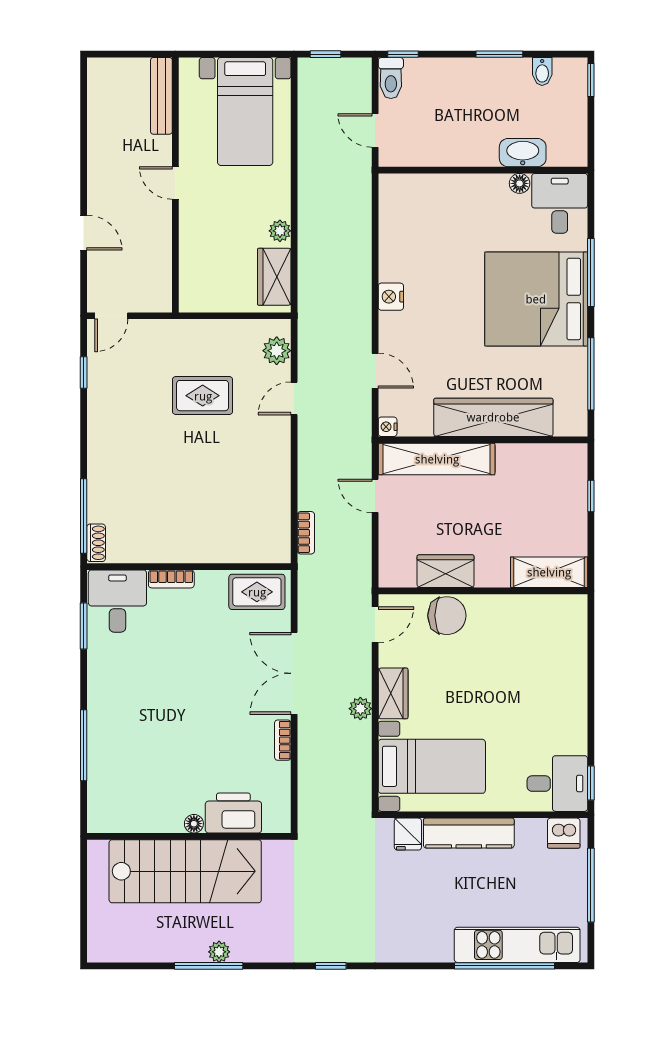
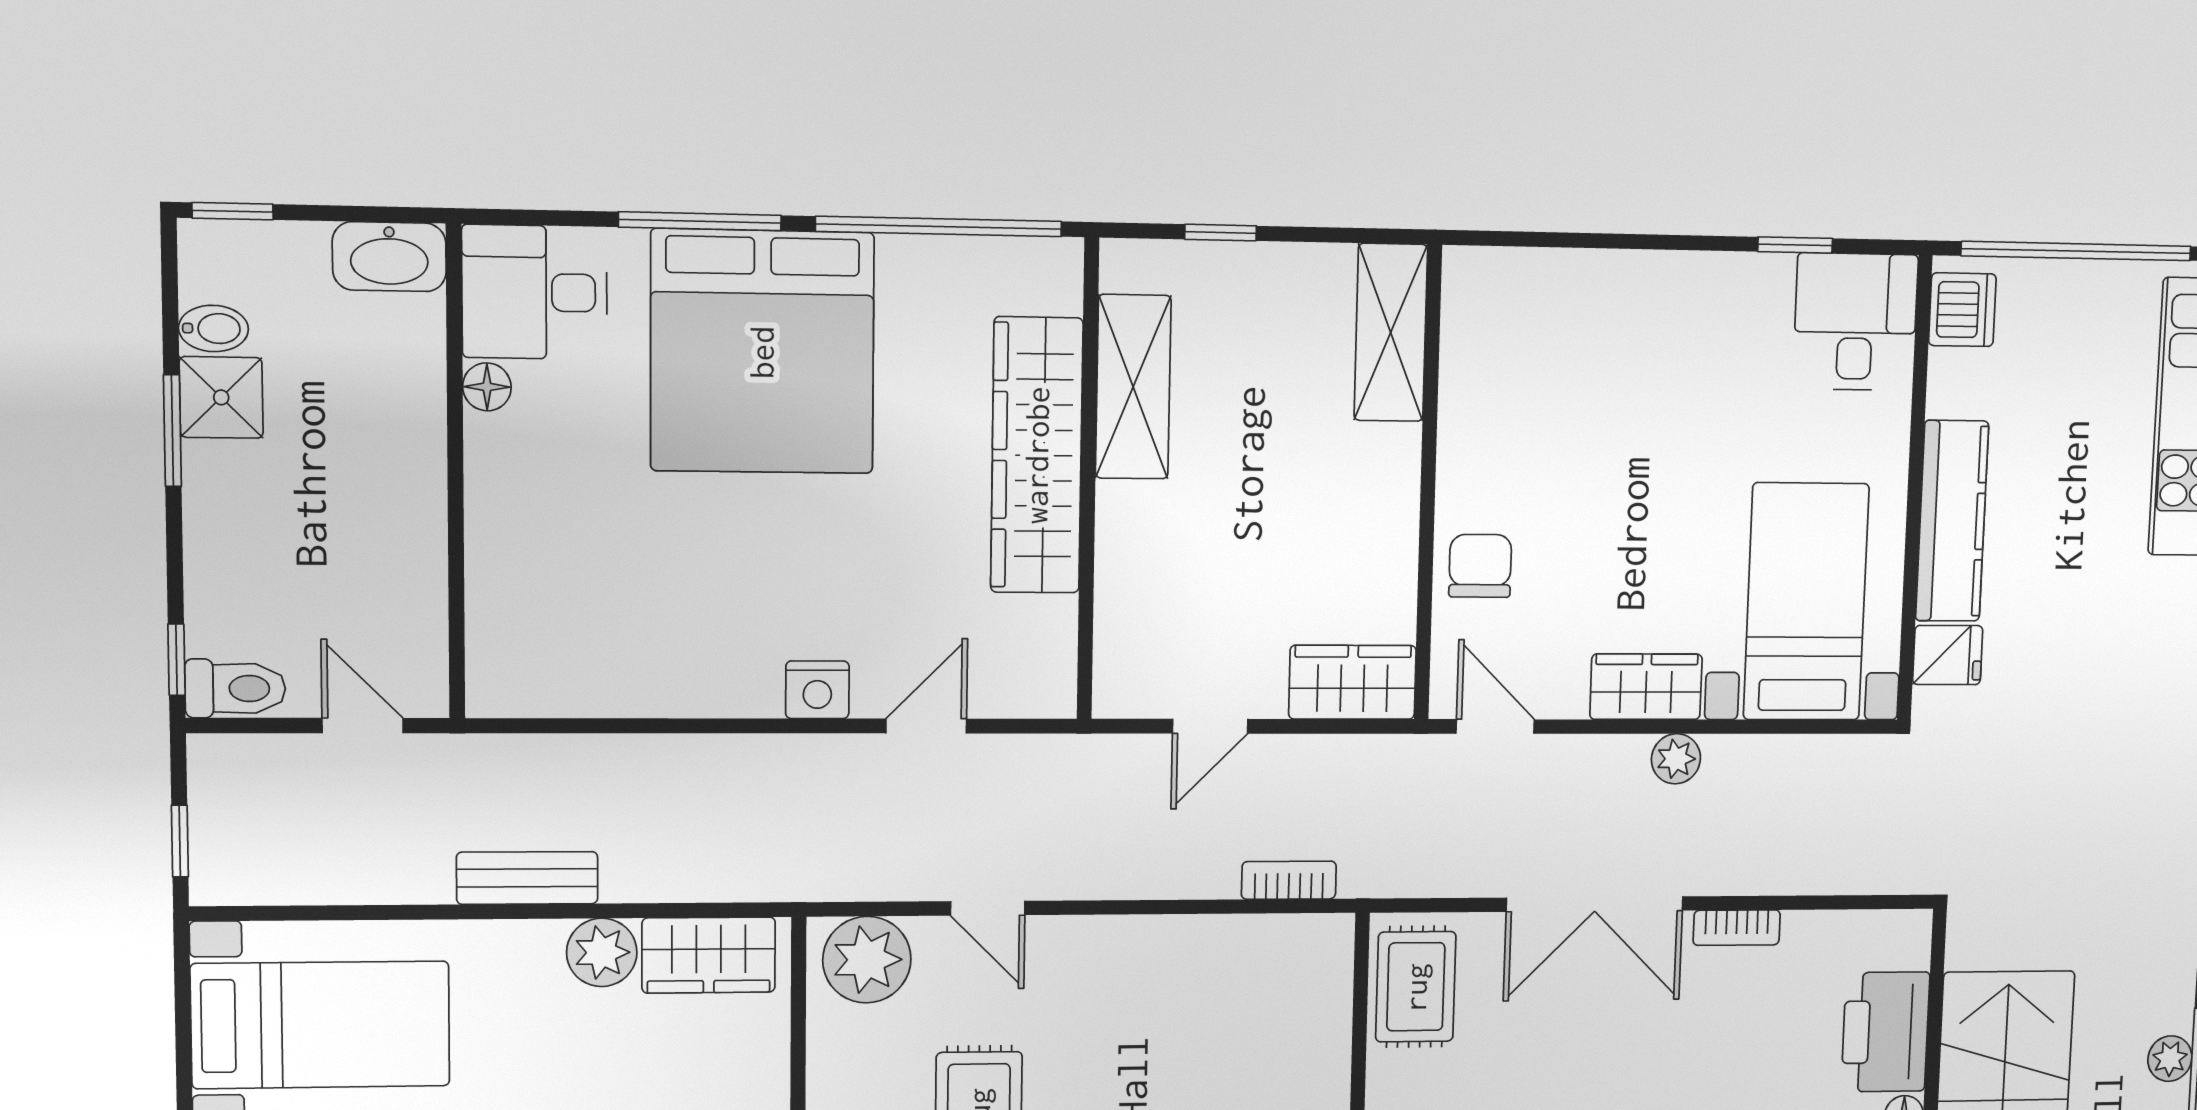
shower: (514, 74) -> (221, 397), added
door: (375, 131) -> (363, 726), swing flipped
washbasin: (523, 153) -> (389, 257), moved, turned -90
bench: (309, 199) -> (527, 878), added
plant: (280, 231) -> (602, 952), width x1.38, depth x1.38
nightstand: (391, 297) -> (817, 690), moved
plant: (277, 351) -> (867, 960), width x1.36, depth x1.36
window: (591, 374) -> (939, 226), width x1.46
nightstand: (388, 427) -> (1055, 698), removed
shelving: (437, 459) -> (1133, 387), moved, width x0.68
wardrobe: (446, 571) -> (1352, 682), moved, turned 90
chair: (447, 616) -> (1480, 566), width x0.73, depth x0.73
window: (591, 783) -> (1795, 245), moved
window: (591, 885) -> (2076, 251), width x1.46

